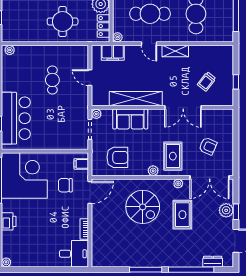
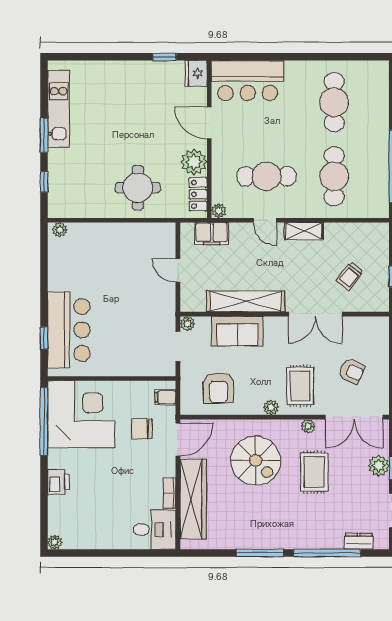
cafe table: (52, 80) -> (123, 274), removed
armchair: (117, 157) -> (218, 388), turned 89
wardrobe: (100, 233) -> (193, 499), added

